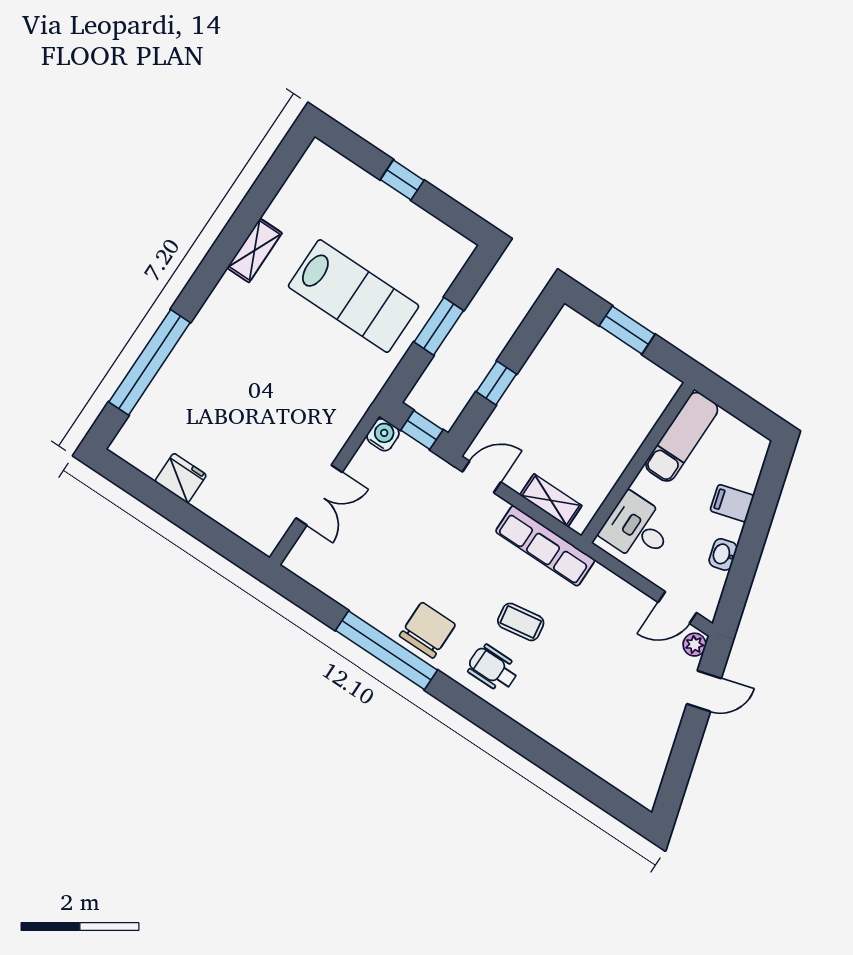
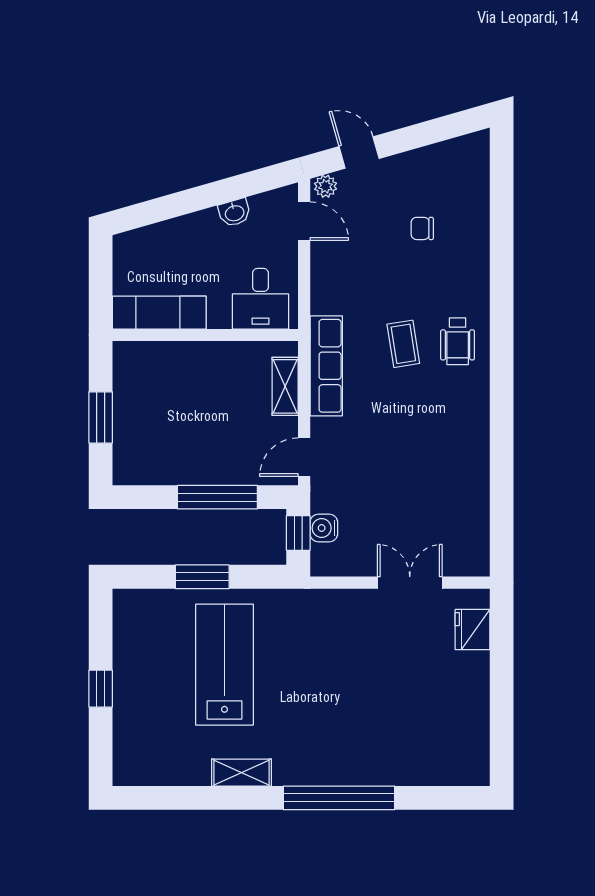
window: (150, 362) -> (339, 798), moved
window: (496, 383) -> (217, 497), width x2.17
water cooler: (383, 435) -> (324, 528), moved
door: (482, 477) -> (304, 457), hinge flipped
fridge: (181, 478) -> (473, 630), moved
filing cabinet: (732, 503) -> (187, 234), removed
chair: (427, 630) -> (422, 228), moved, width x0.54, depth x0.54
window: (387, 650) -> (502, 440), removed

